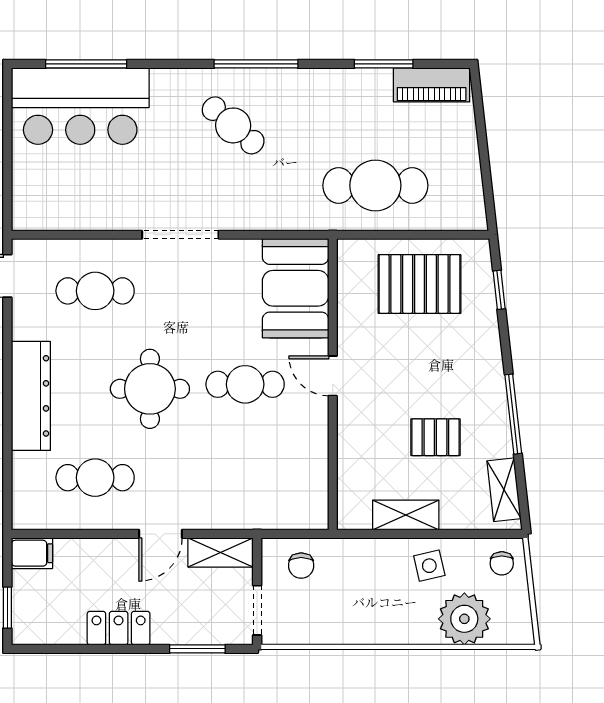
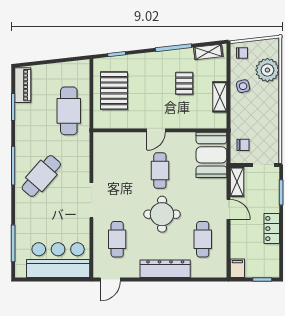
bar counter: (80, 106) -> (58, 260), moved, turned -90
cafe table: (233, 125) -> (41, 176), width x1.37, depth x1.35
booth: (296, 288) -> (211, 155), moved, turned 90

